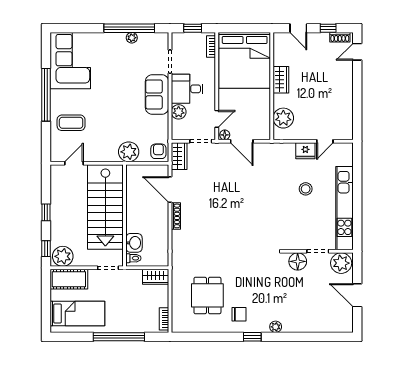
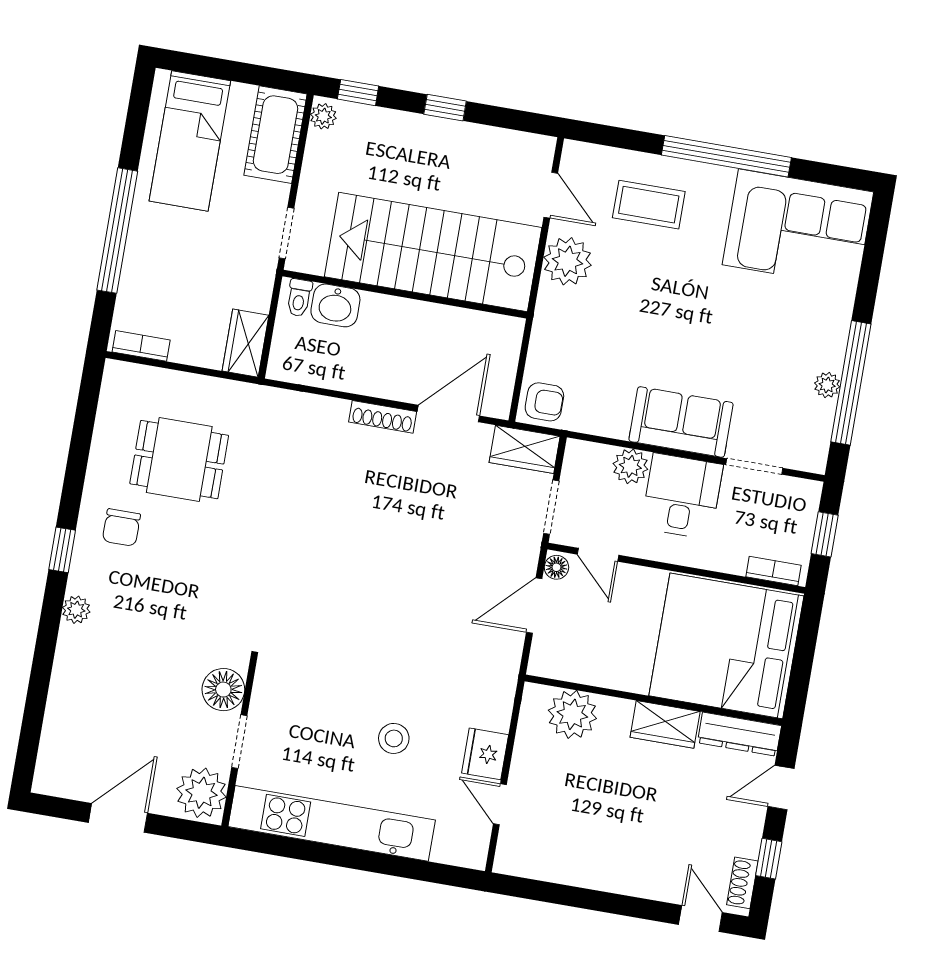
dresser: (280, 49) -> (739, 734), added
coffee table: (71, 123) -> (649, 205), turned 90
plant: (129, 152) -> (567, 261), moved
plant: (63, 256) -> (323, 116), width x0.53, depth x0.53

